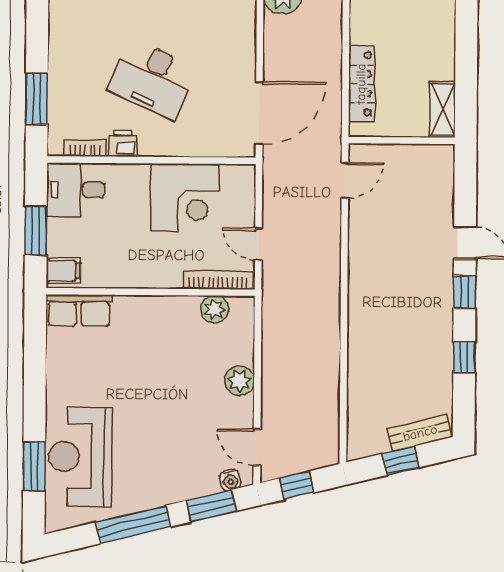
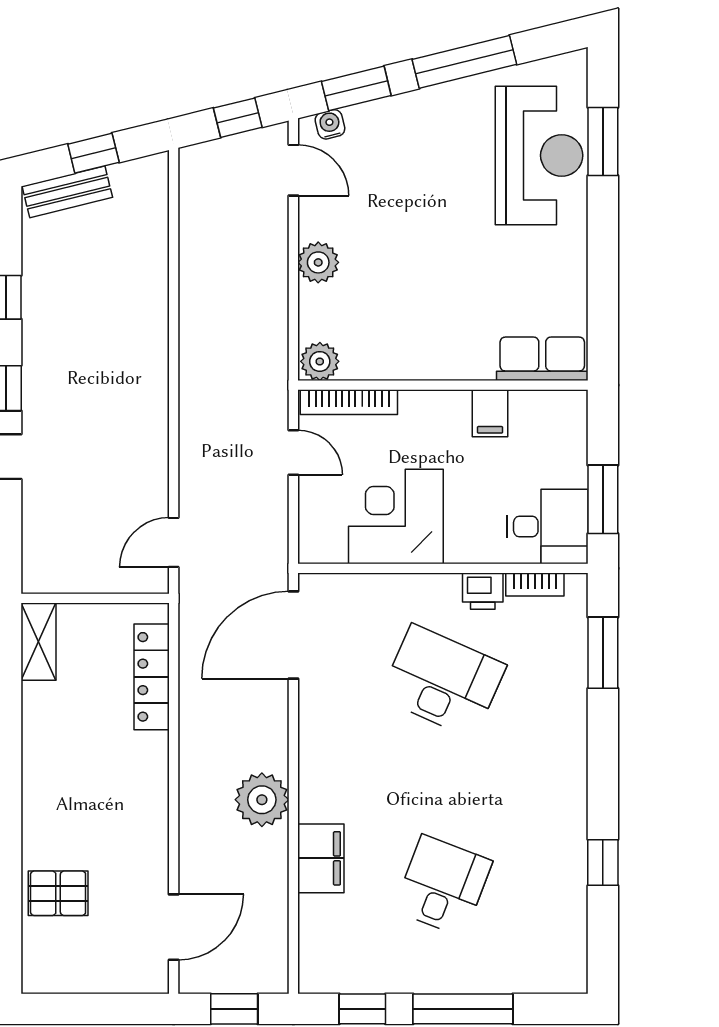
window: (36, 231) -> (603, 499), moved
filing cabinet: (63, 271) -> (490, 413), moved, turned -90
plant: (215, 309) -> (320, 361), moved

